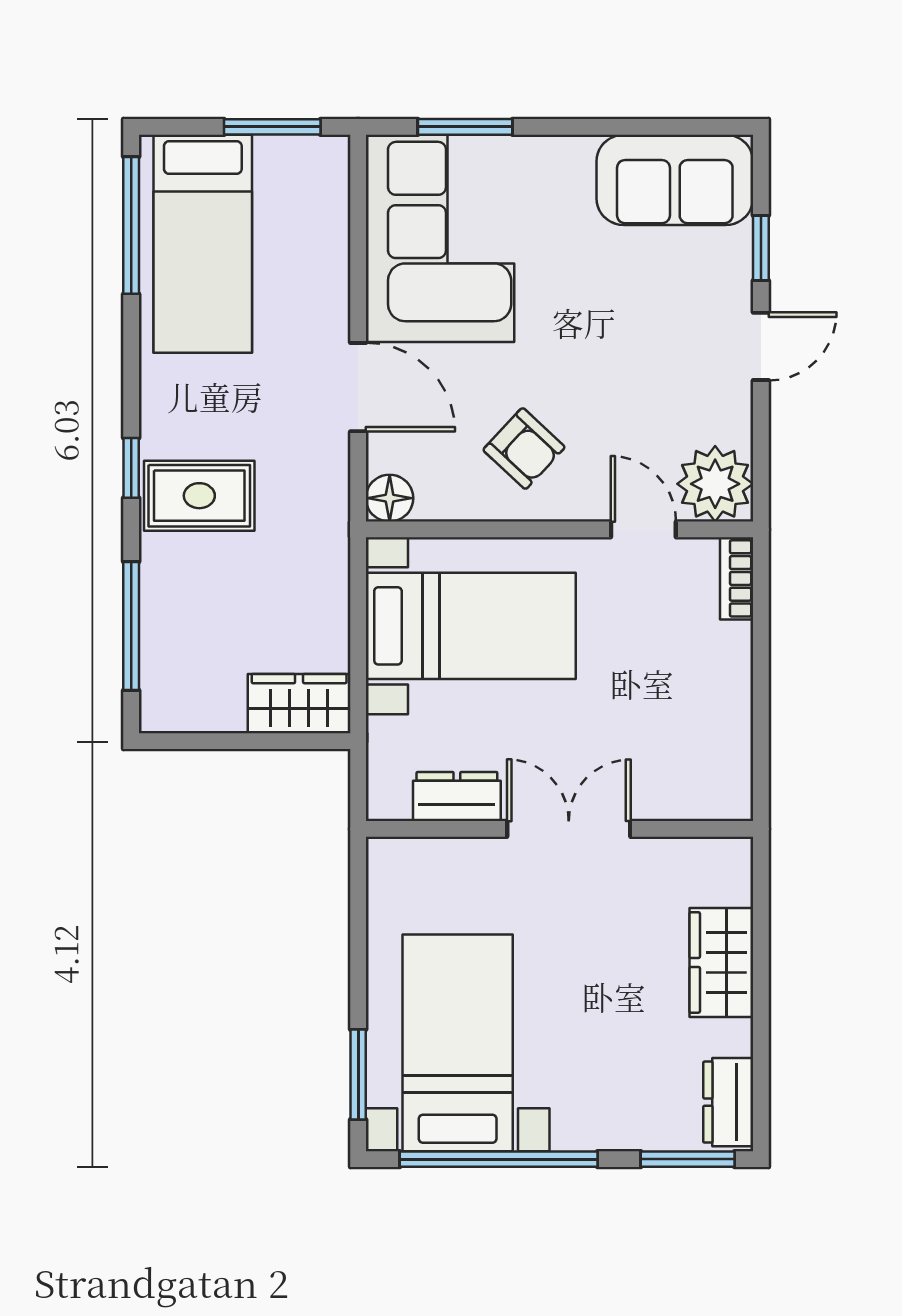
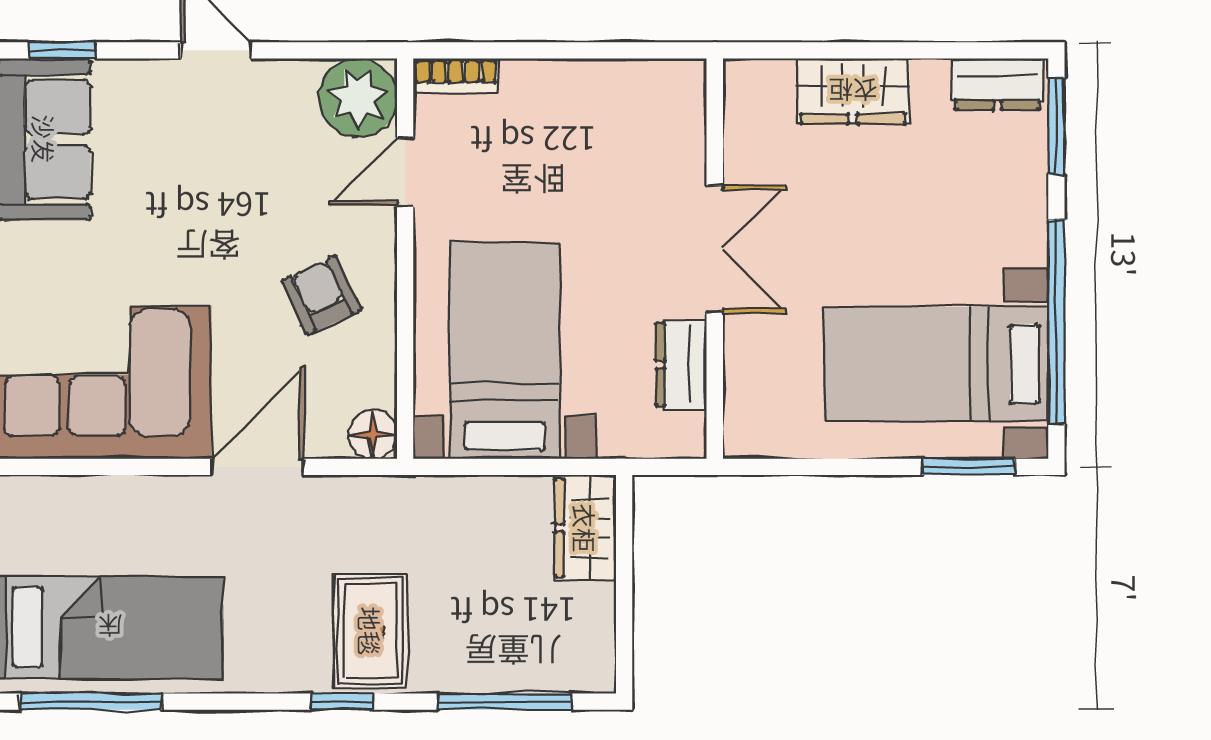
window: (761, 248) -> (62, 50), moved
armchair: (524, 449) -> (321, 295), turned -68
double door: (569, 829) -> (715, 249), swing flipped

